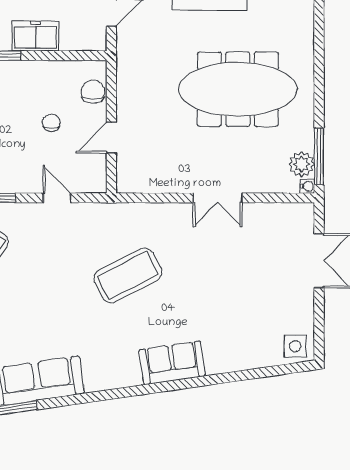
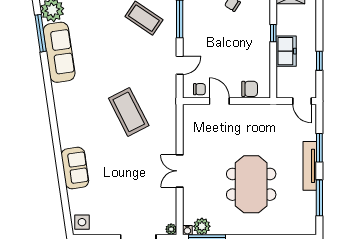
meeting table: (238, 89) -> (251, 184), width x0.73
chair: (51, 123) -> (199, 89), moved
plant: (306, 211) -> (171, 229), added
sofa: (172, 363) -> (75, 168), moved

